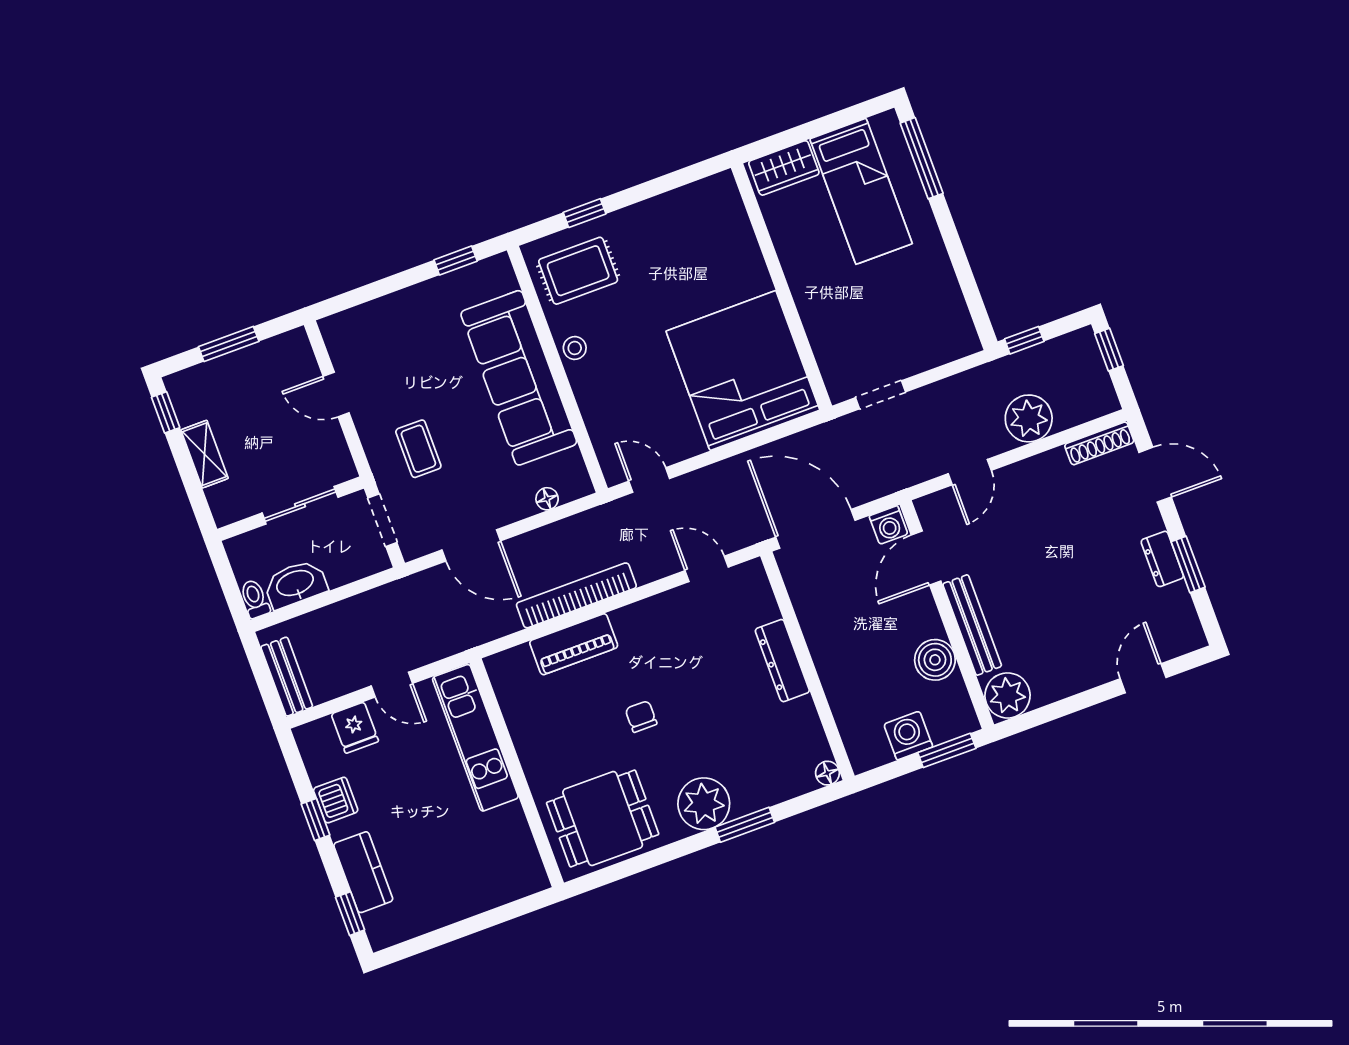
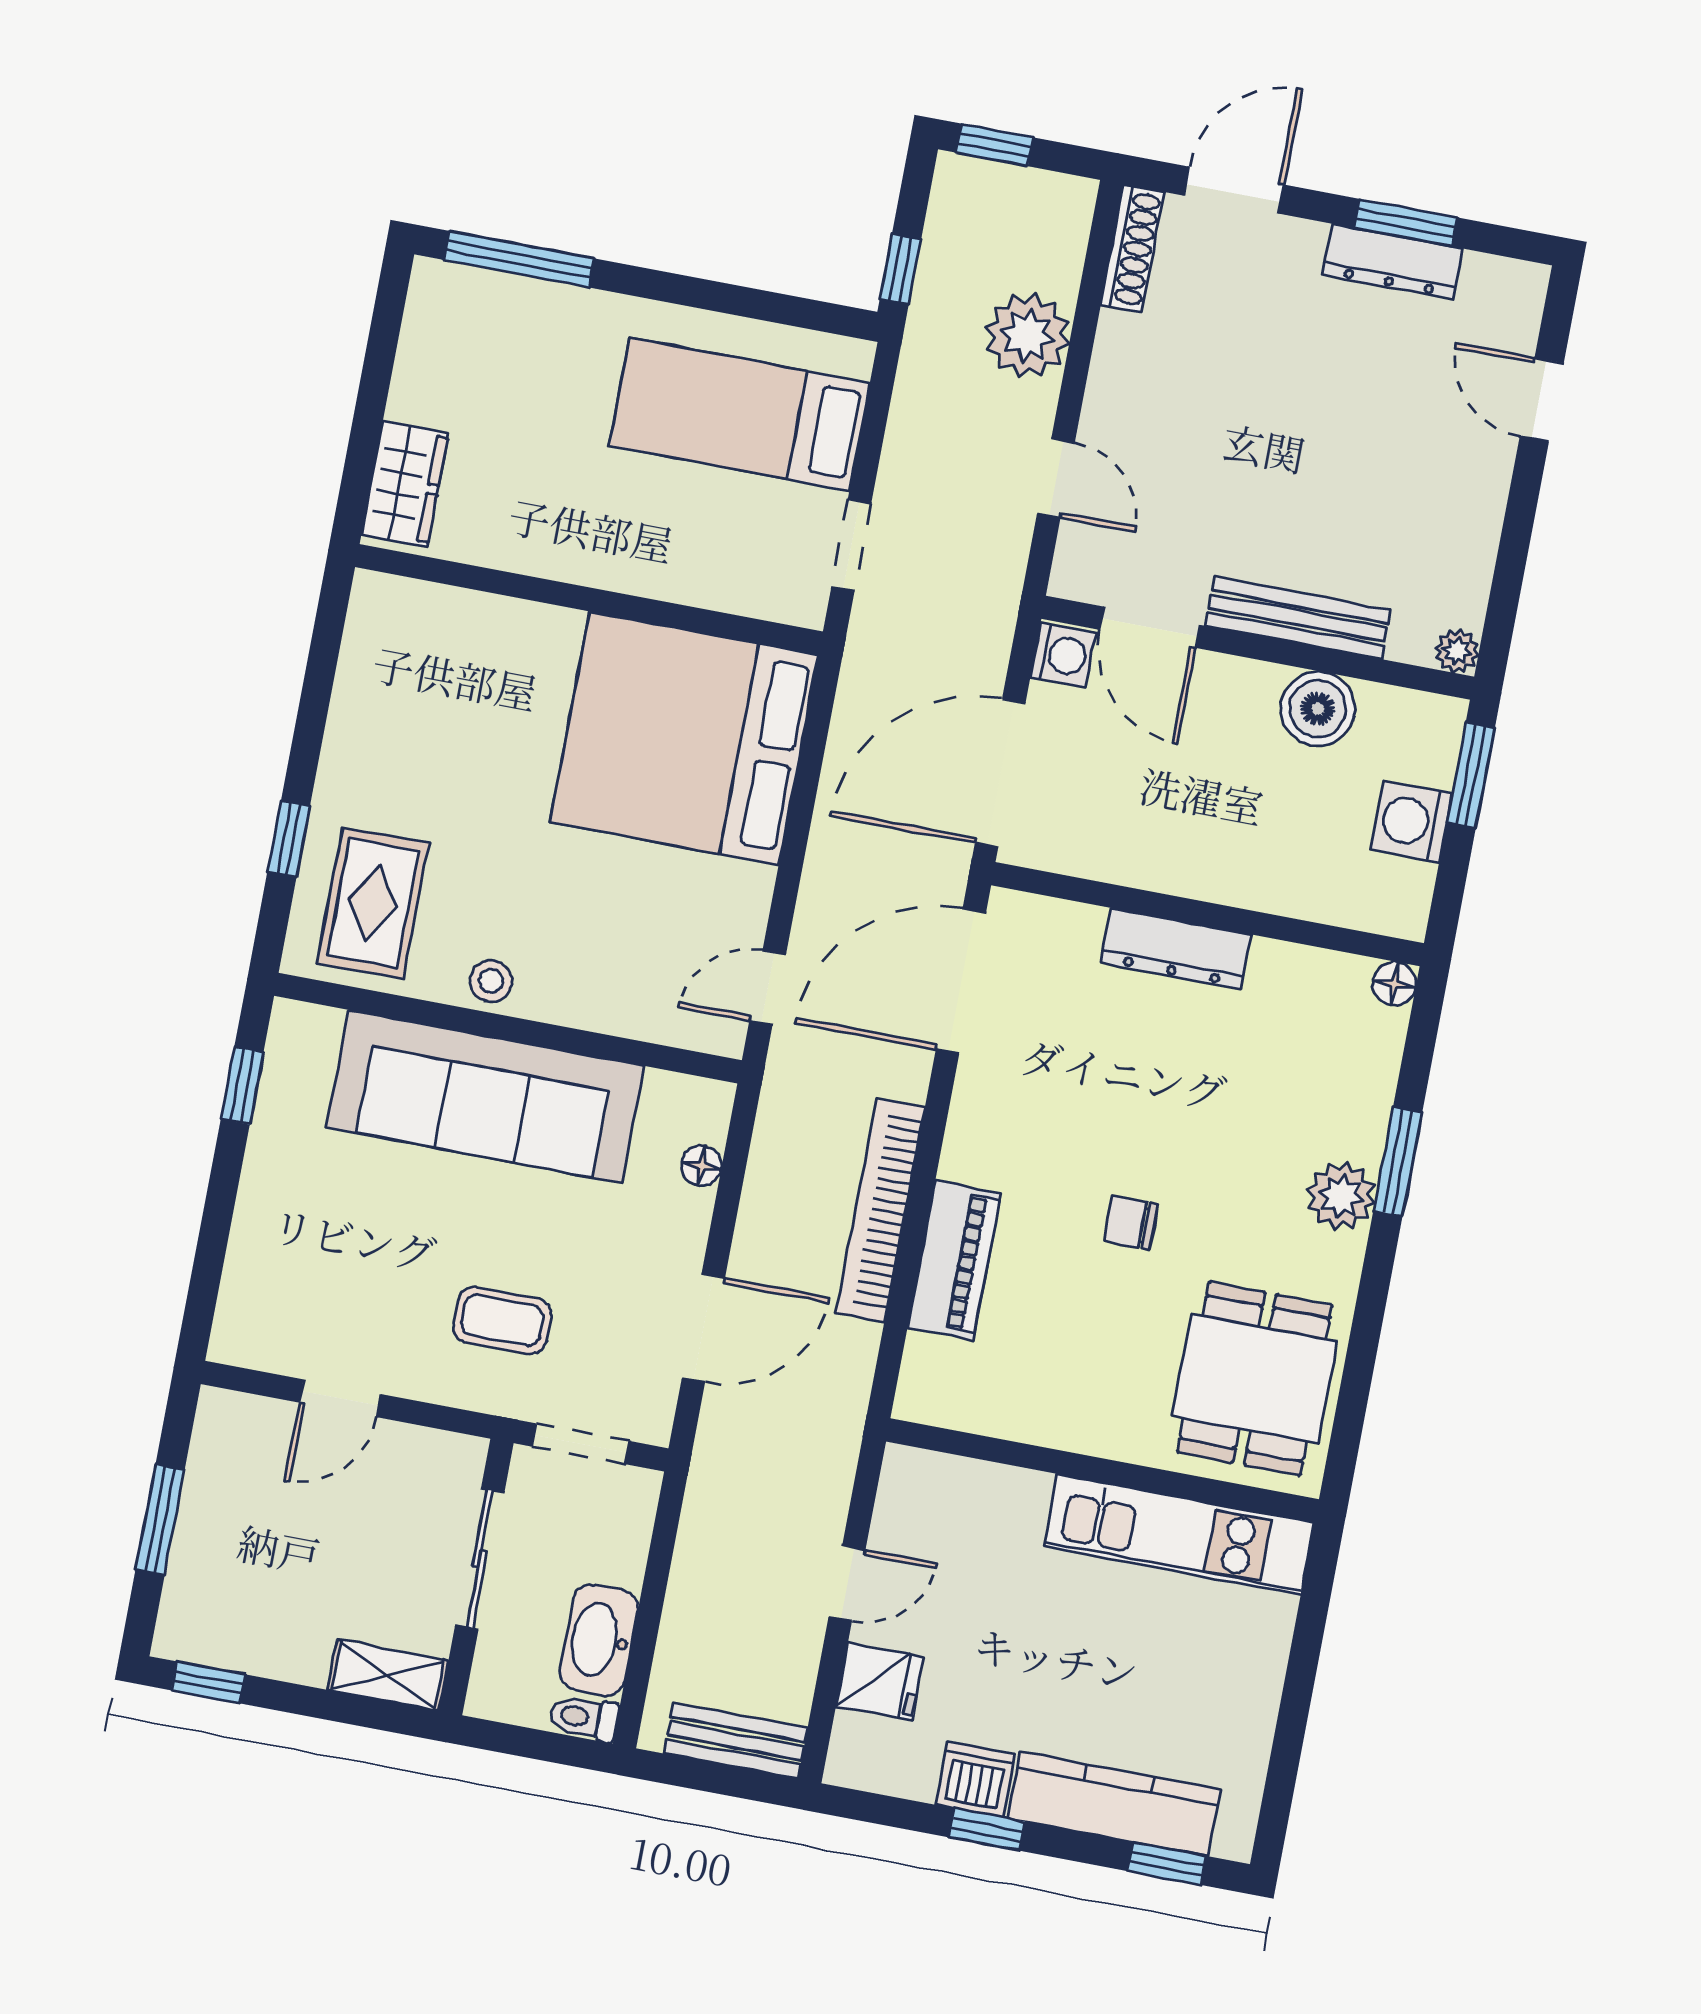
bed: (861, 191) -> (740, 414), moved, turned 180
shelving: (205, 454) -> (388, 1675), moved
dresser: (1162, 559) -> (1393, 262), width x1.44
door: (707, 569) -> (961, 981), width x1.87
plant: (1007, 695) -> (1457, 651), width x0.53, depth x0.53
kitchen unit: (475, 738) -> (1179, 1534), moved
plant: (704, 804) -> (1341, 1196), width x0.73, depth x0.73
kitchen counter: (363, 872) -> (1114, 1804), width x1.50

